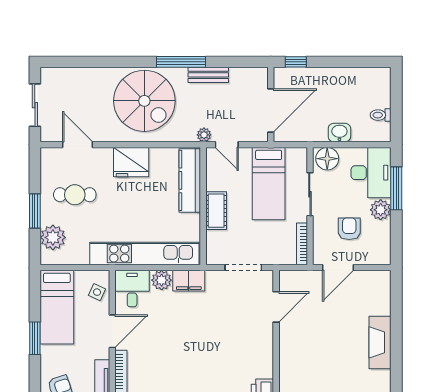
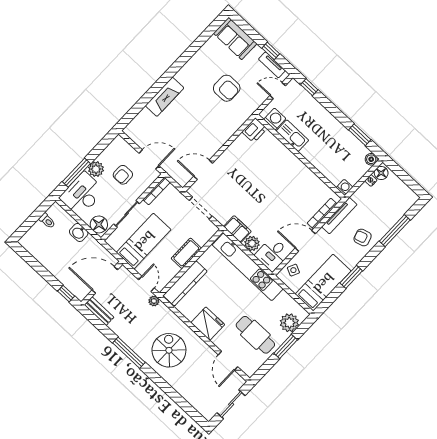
bench: (208, 75) -> (99, 311), moved
spiral stairs: (144, 101) -> (169, 350), width x0.73, depth x0.73
cafe table: (75, 195) -> (255, 335), width x1.37, depth x1.35

